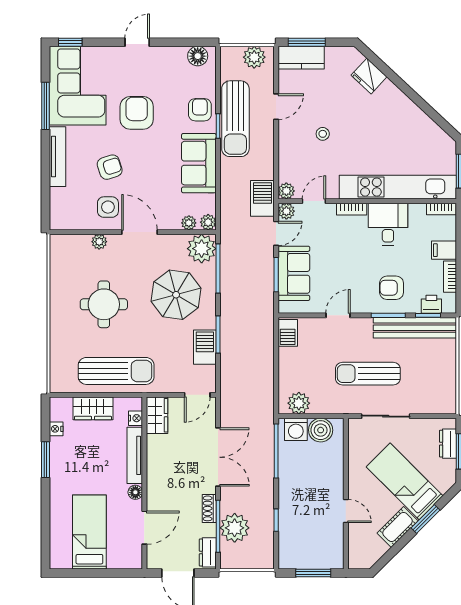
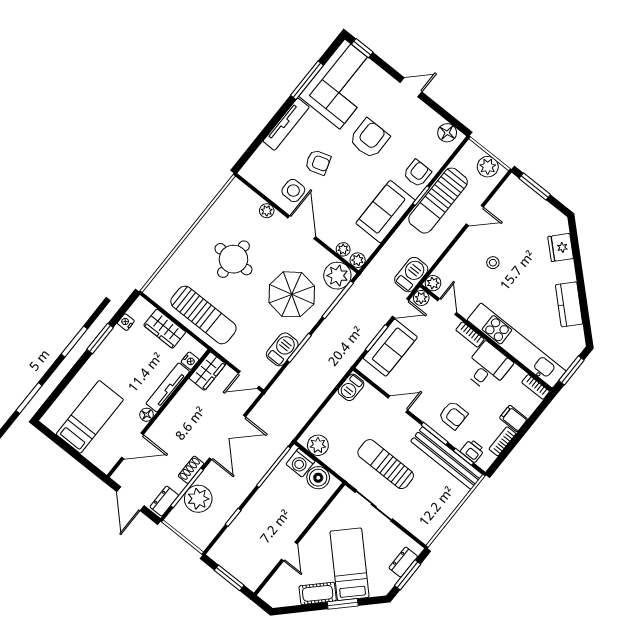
kitchen counter: (301, 58) -> (569, 304), moved, turned 43
door: (314, 201) -> (447, 307), hinge flipped
armchair: (392, 288) -> (453, 415), turned 180

